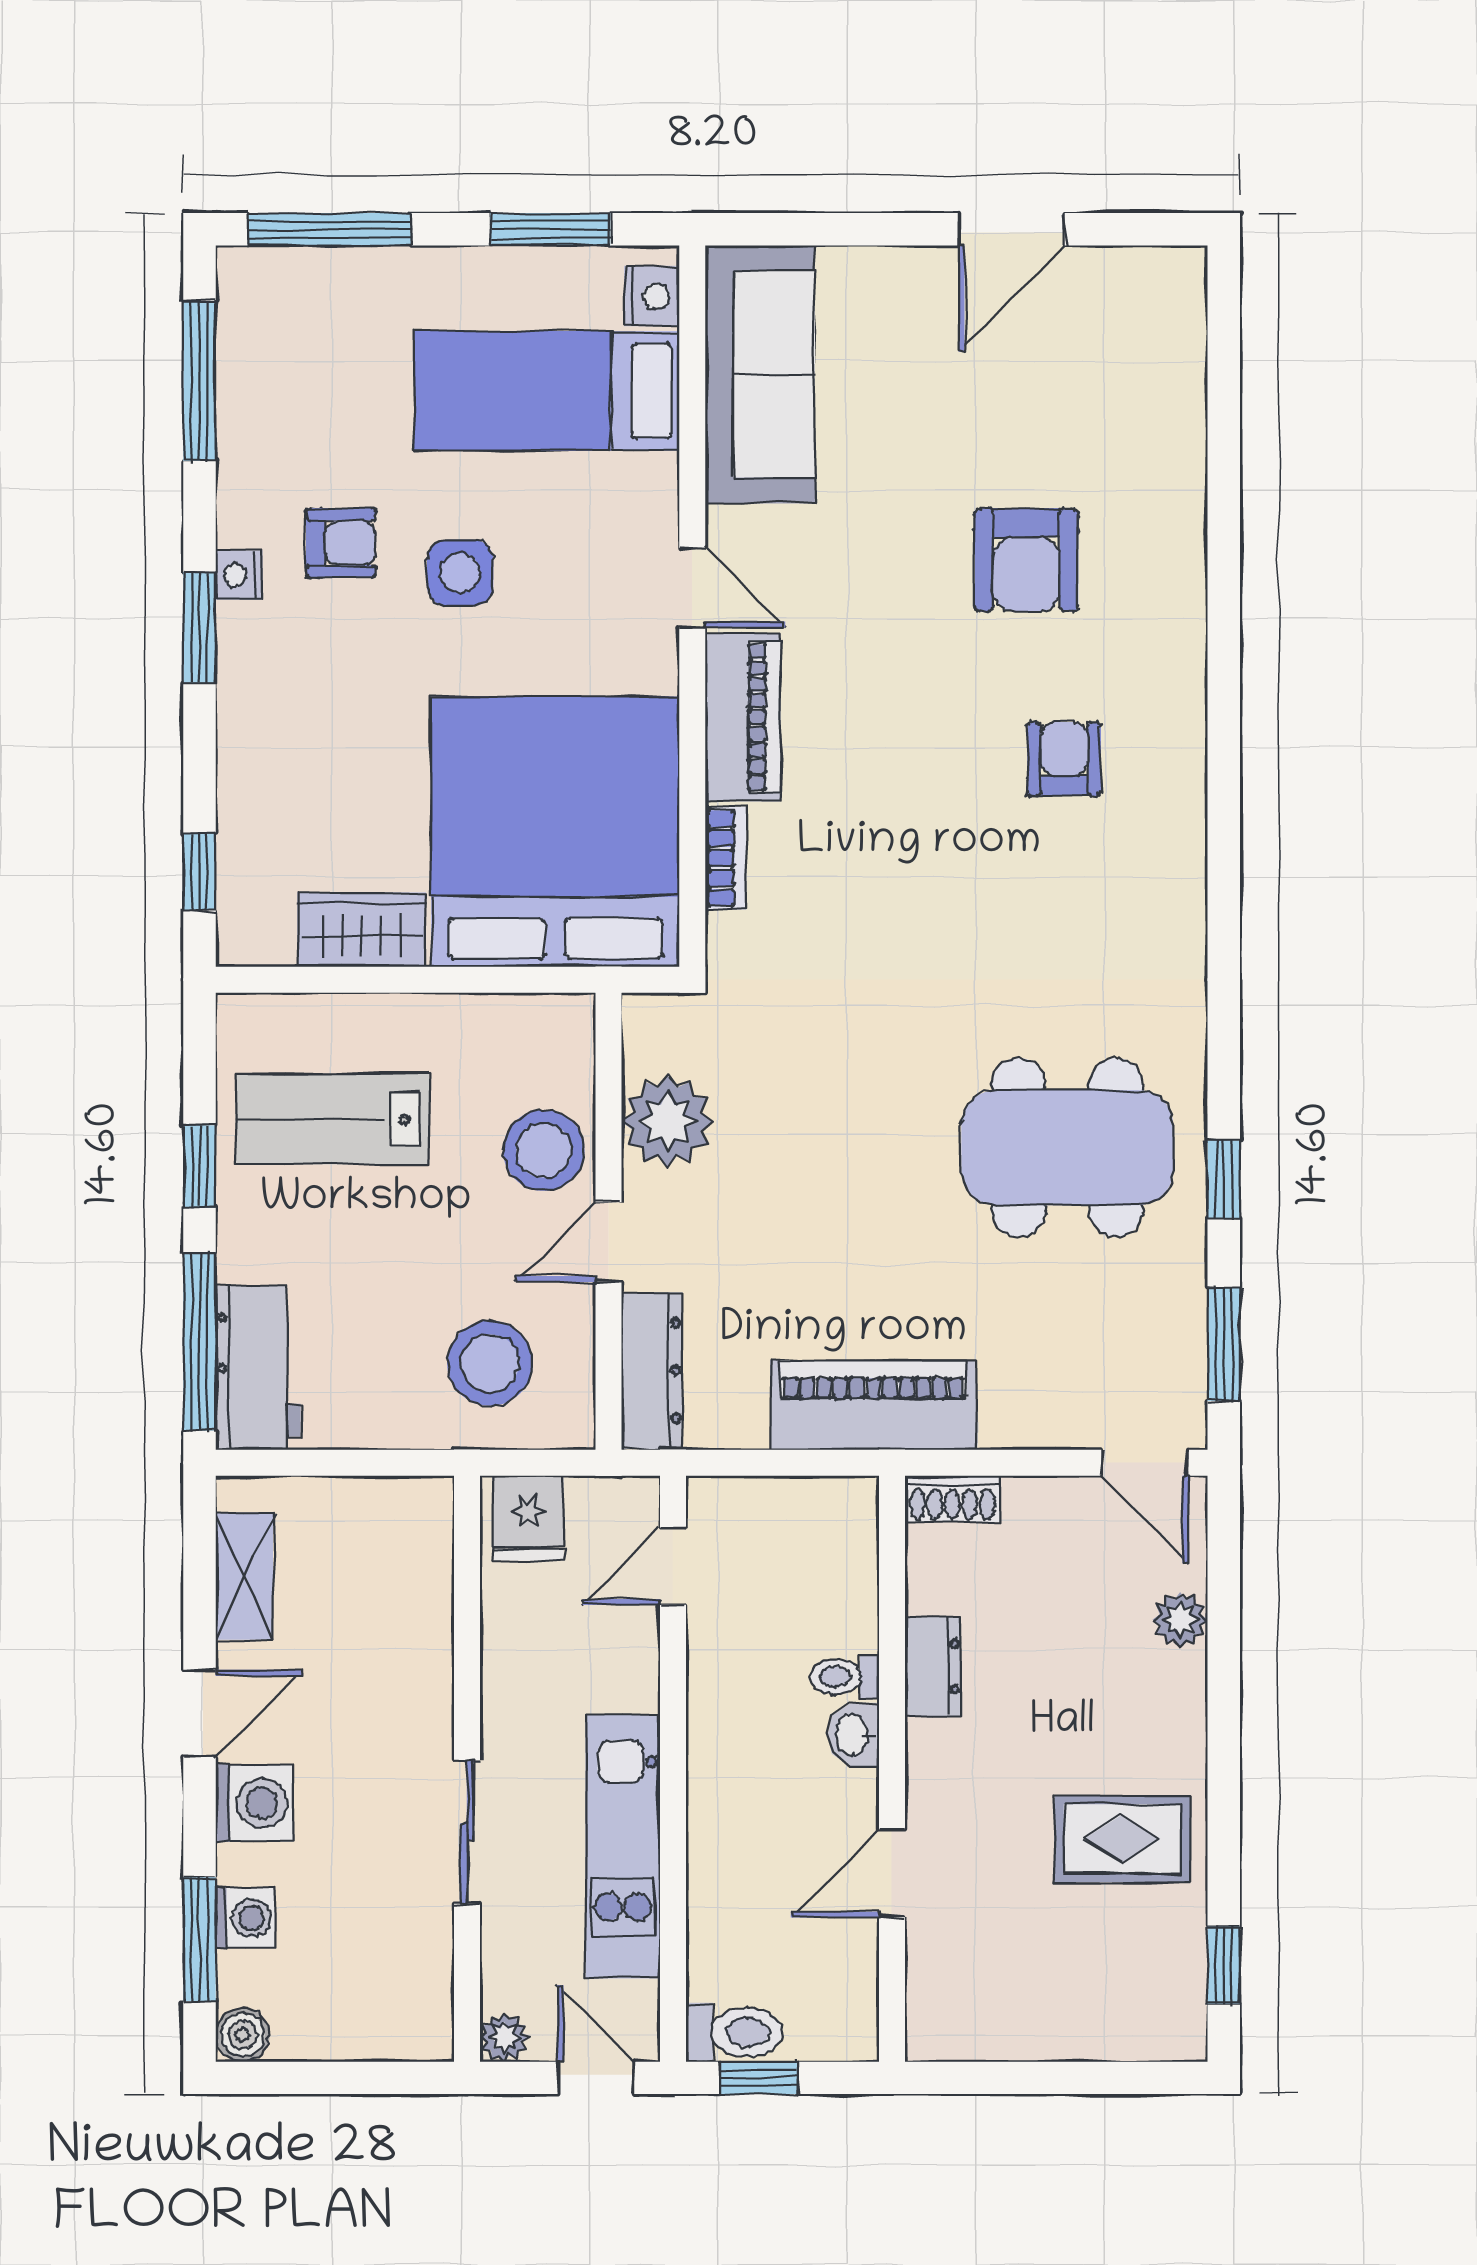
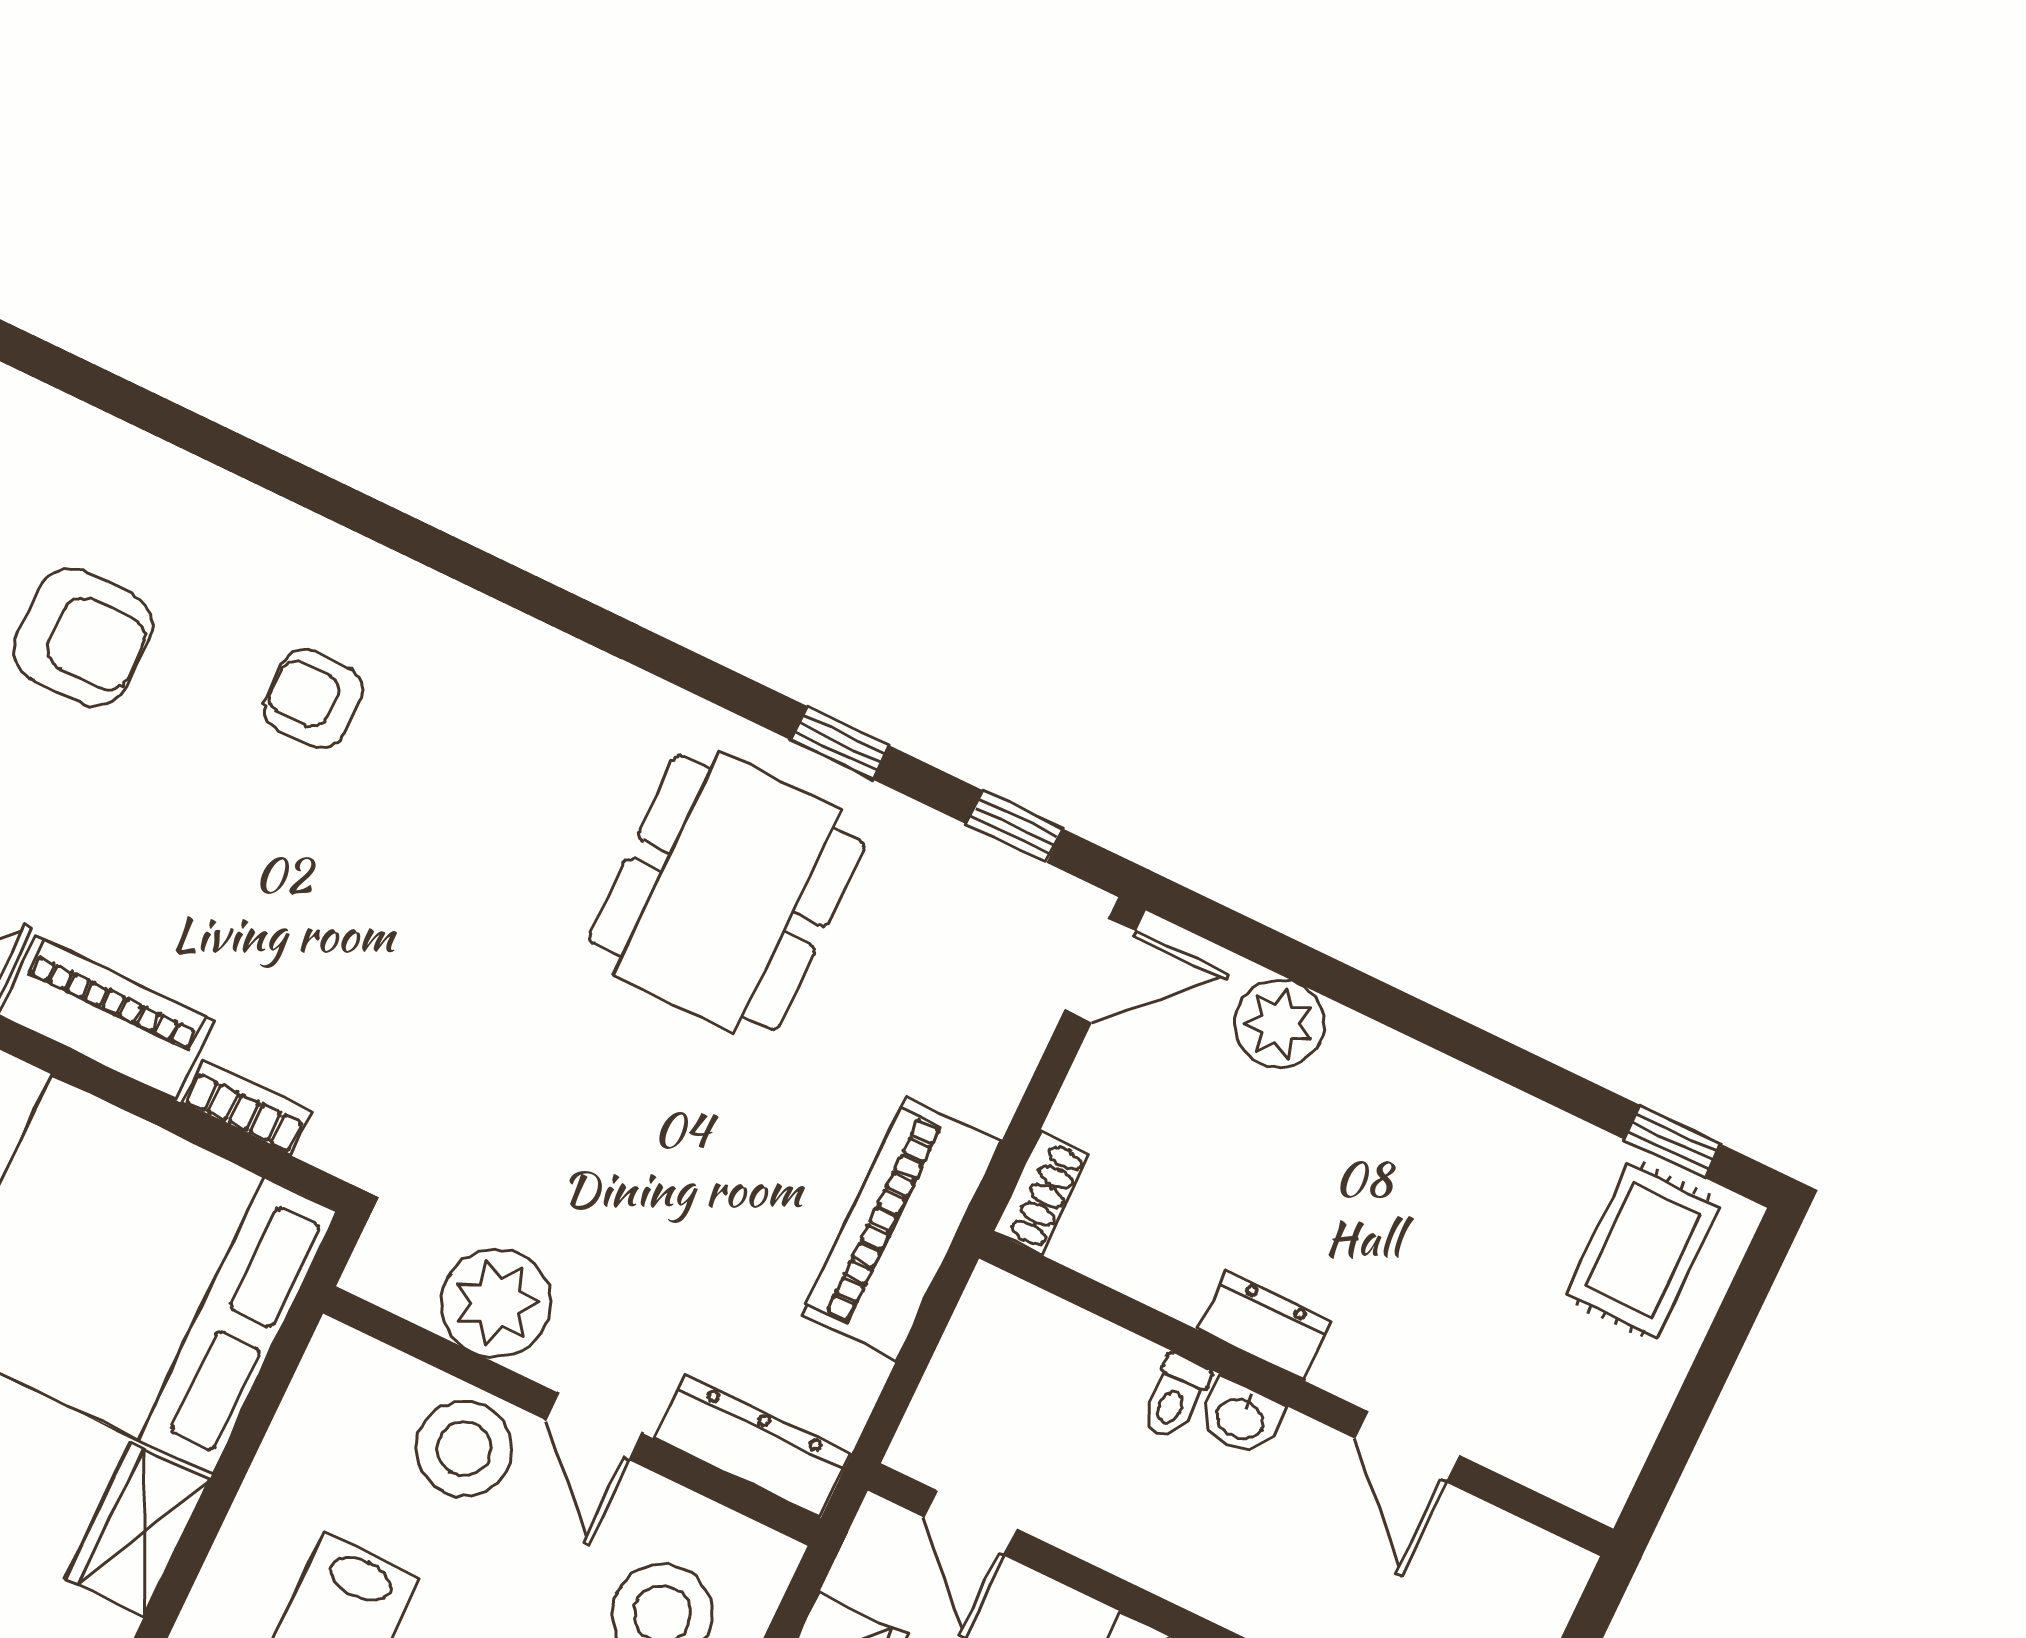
window: (1224, 1344) -> (1015, 826), width x0.67
plant: (1180, 1620) -> (1279, 1023), width x1.38, depth x1.38
dresser: (933, 1667) -> (1265, 1325), moved
rug: (1122, 1839) -> (1643, 1250), moved

